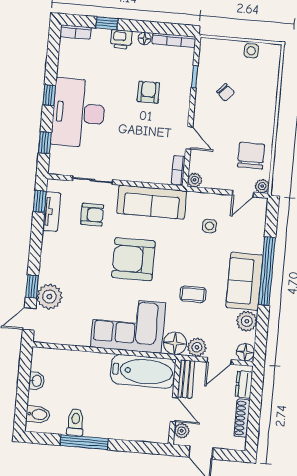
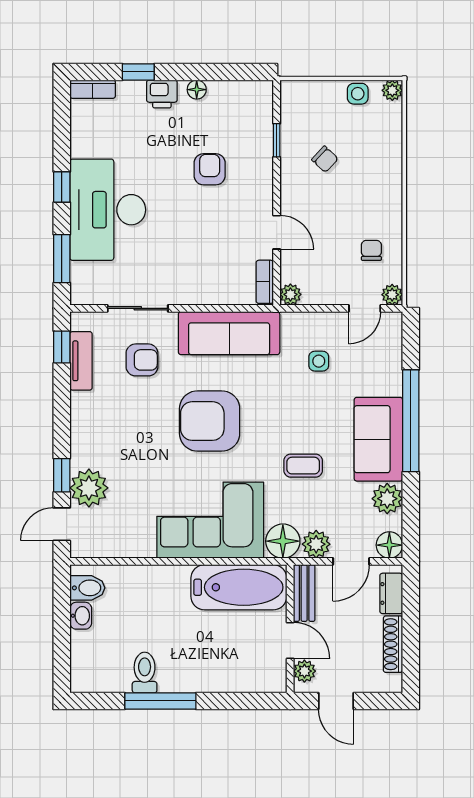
bookcase: (174, 40) -> (241, 88), removed
plant: (274, 51) -> (392, 90), added
window: (45, 143) -> (62, 259), width x1.50
chair: (251, 156) -> (371, 250), width x0.54, depth x0.54
bidet: (38, 414) -> (87, 588), moved

